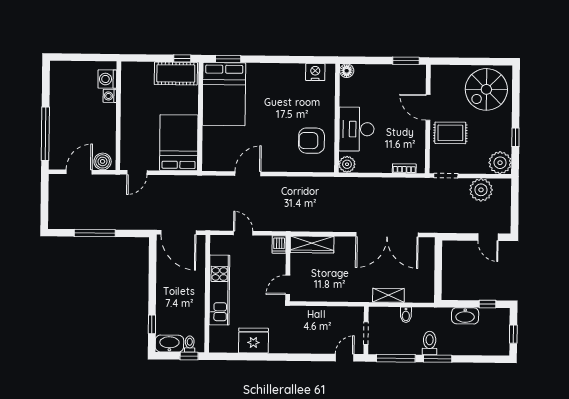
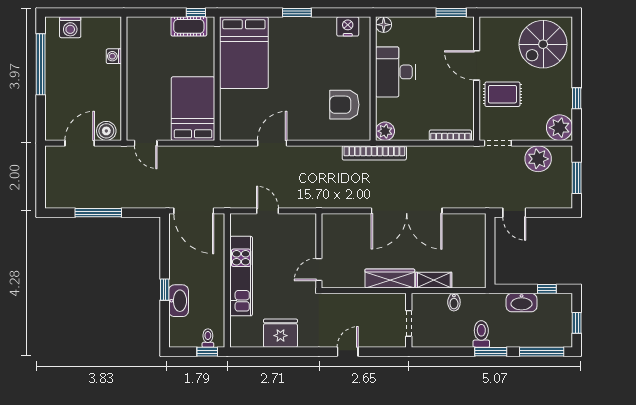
window: (228, 59) -> (297, 12), moved
cot: (176, 73) -> (189, 26), width x0.73, depth x0.75
washing machine: (107, 79) -> (70, 27), moved, turned -90
desk: (356, 129) -> (395, 72), moved
window: (45, 134) -> (41, 64), moved
bookcase: (404, 168) -> (450, 135), width x1.56
door: (137, 172) -> (146, 143), hinge flipped
bookcase: (337, 183) -> (374, 153), added
window: (515, 207) -> (577, 178), added
double door: (387, 235) -> (407, 211), moved
door: (488, 237) -> (514, 213), moved
wardrobe: (312, 244) -> (390, 279), moved, turned 180
dishwasher: (279, 245) -> (309, 224), removed
window: (152, 324) -> (165, 290), moved
washbasin: (169, 344) -> (179, 301), moved, turned 90
door: (345, 358) -> (348, 352), moved
window: (396, 358) -> (542, 352), moved

